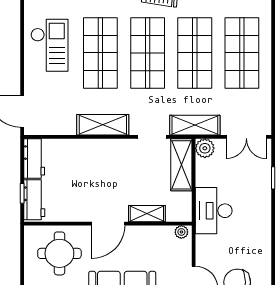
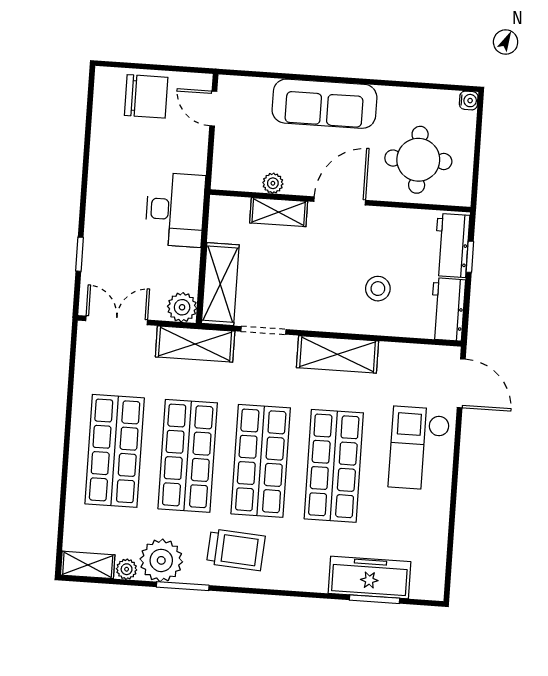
checkout: (49, 45) -> (419, 448), moved
stool: (80, 169) -> (378, 289), added
plant: (181, 232) -> (273, 183), moved

